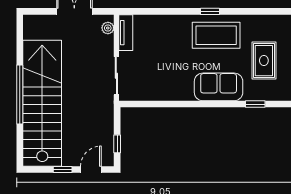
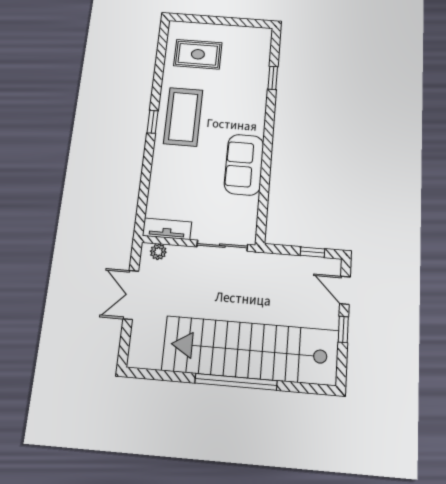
rug: (264, 61) -> (198, 54), moved
sofa: (219, 87) -> (244, 165), moved

